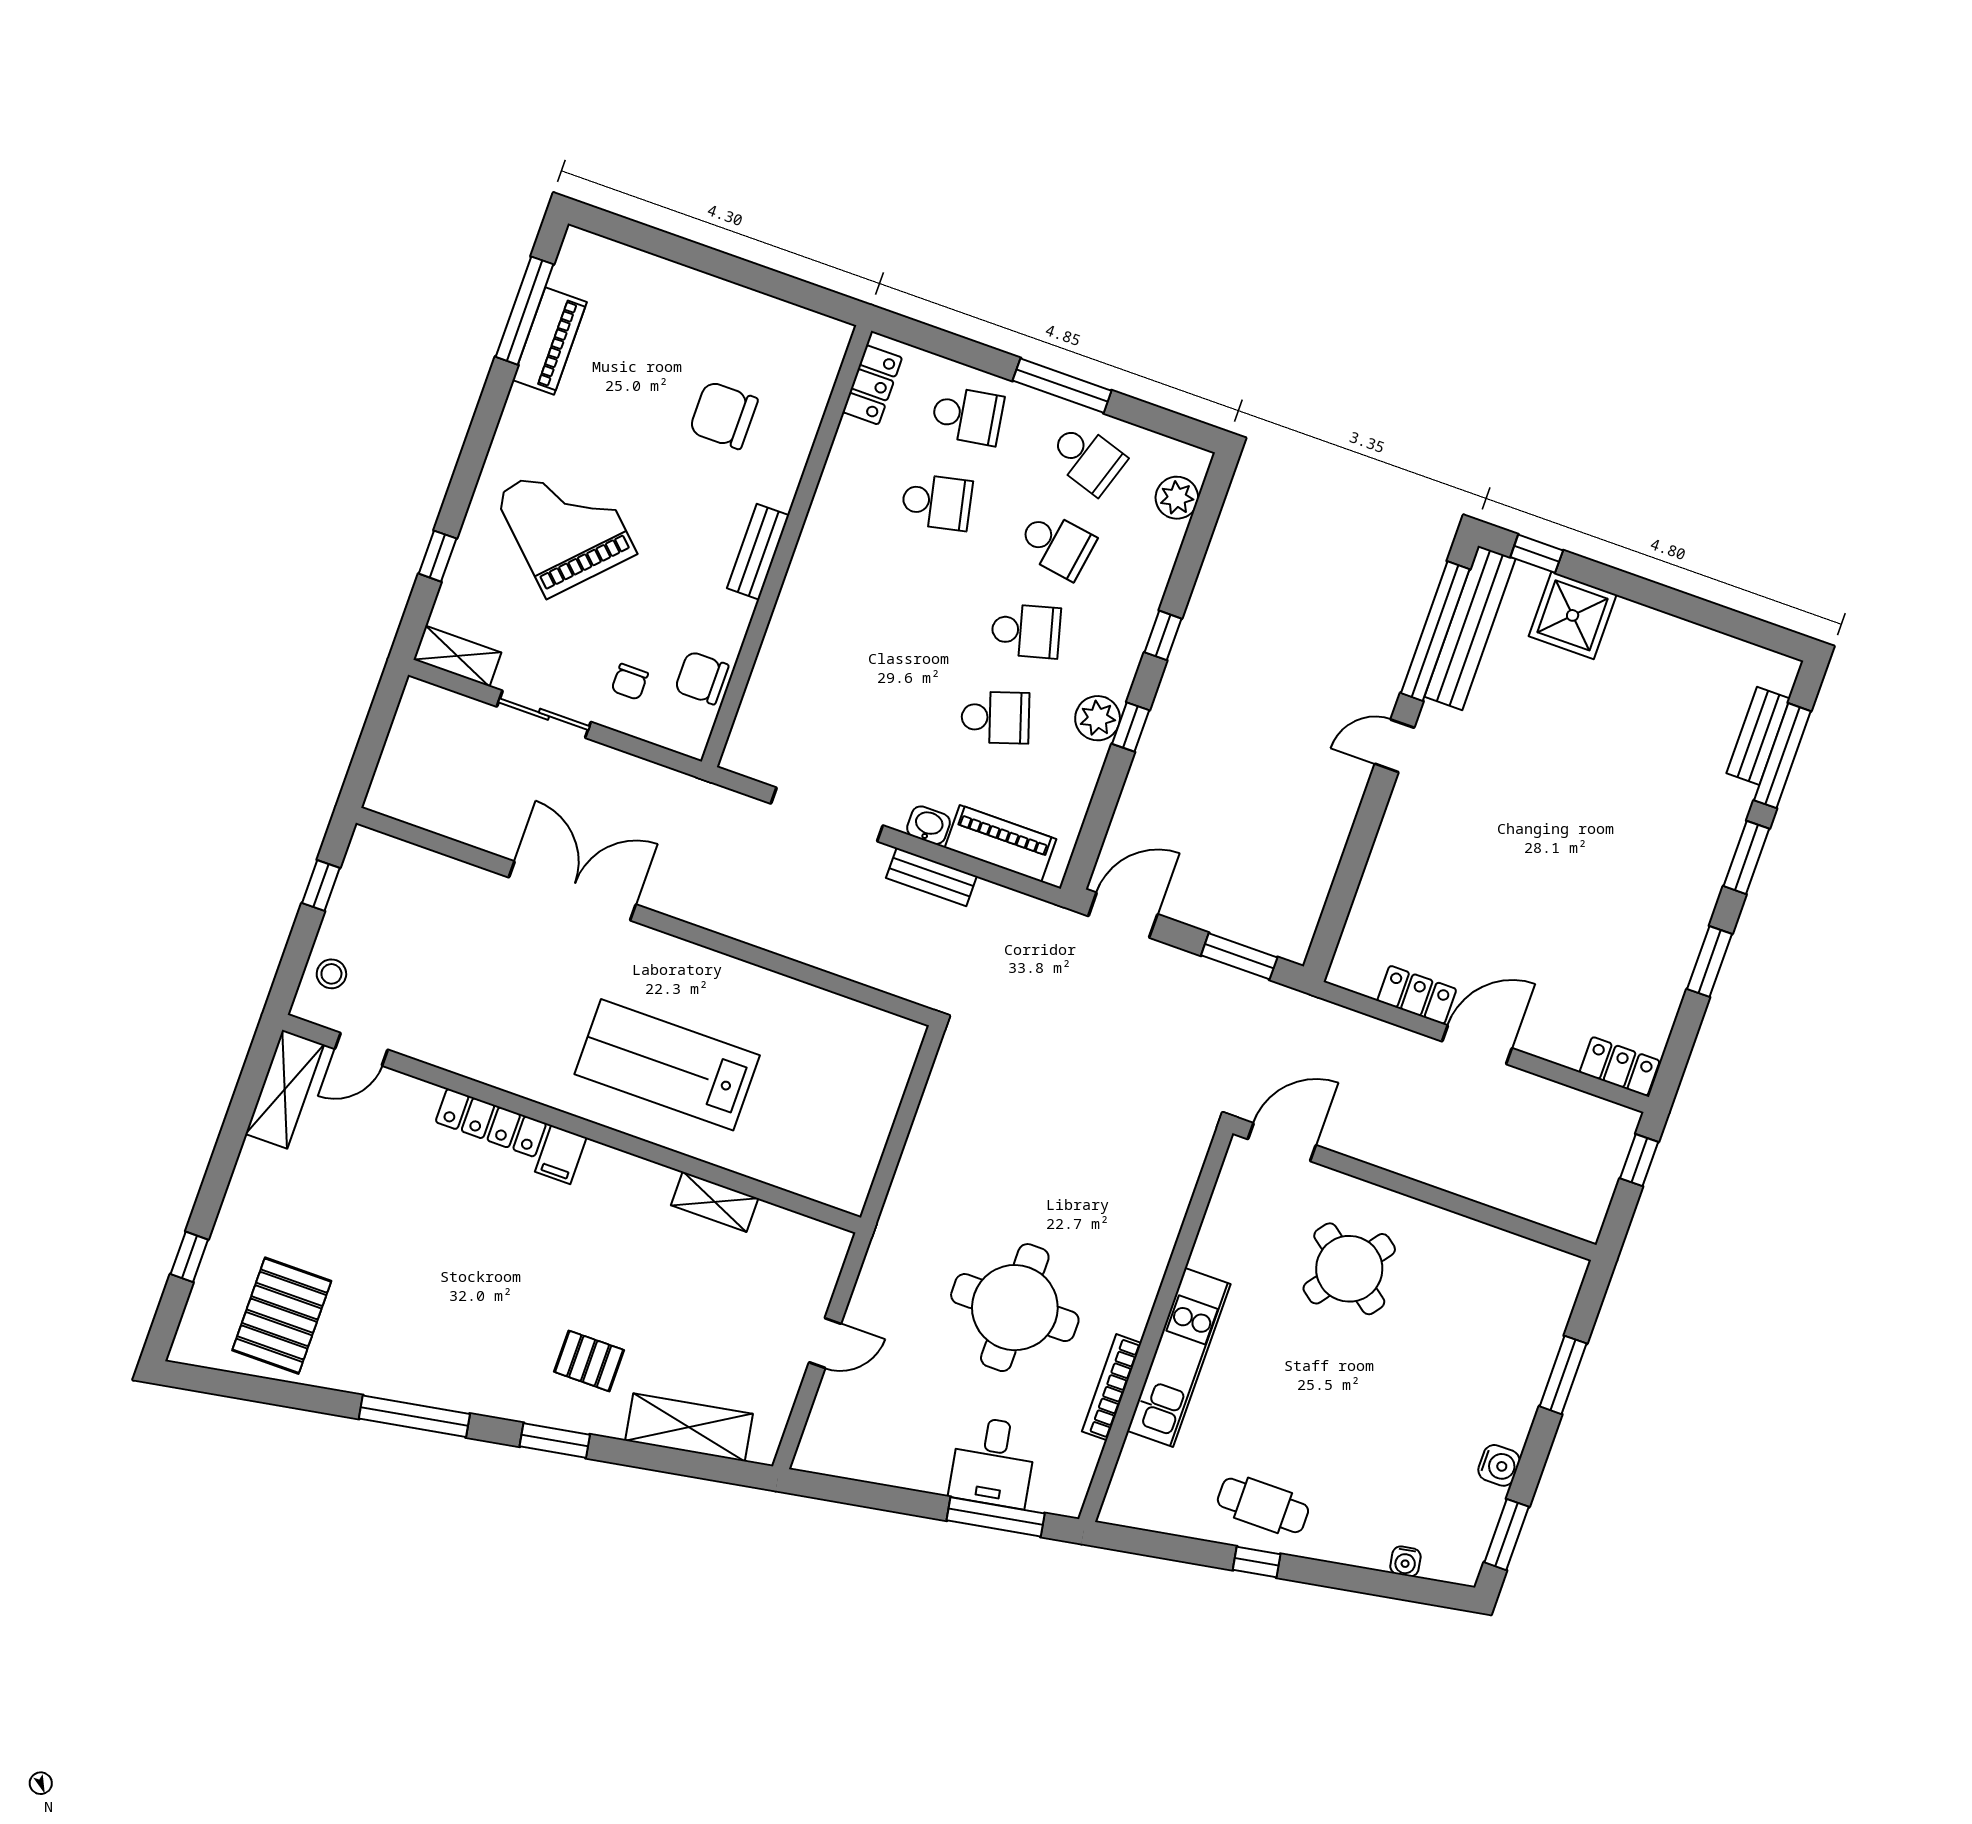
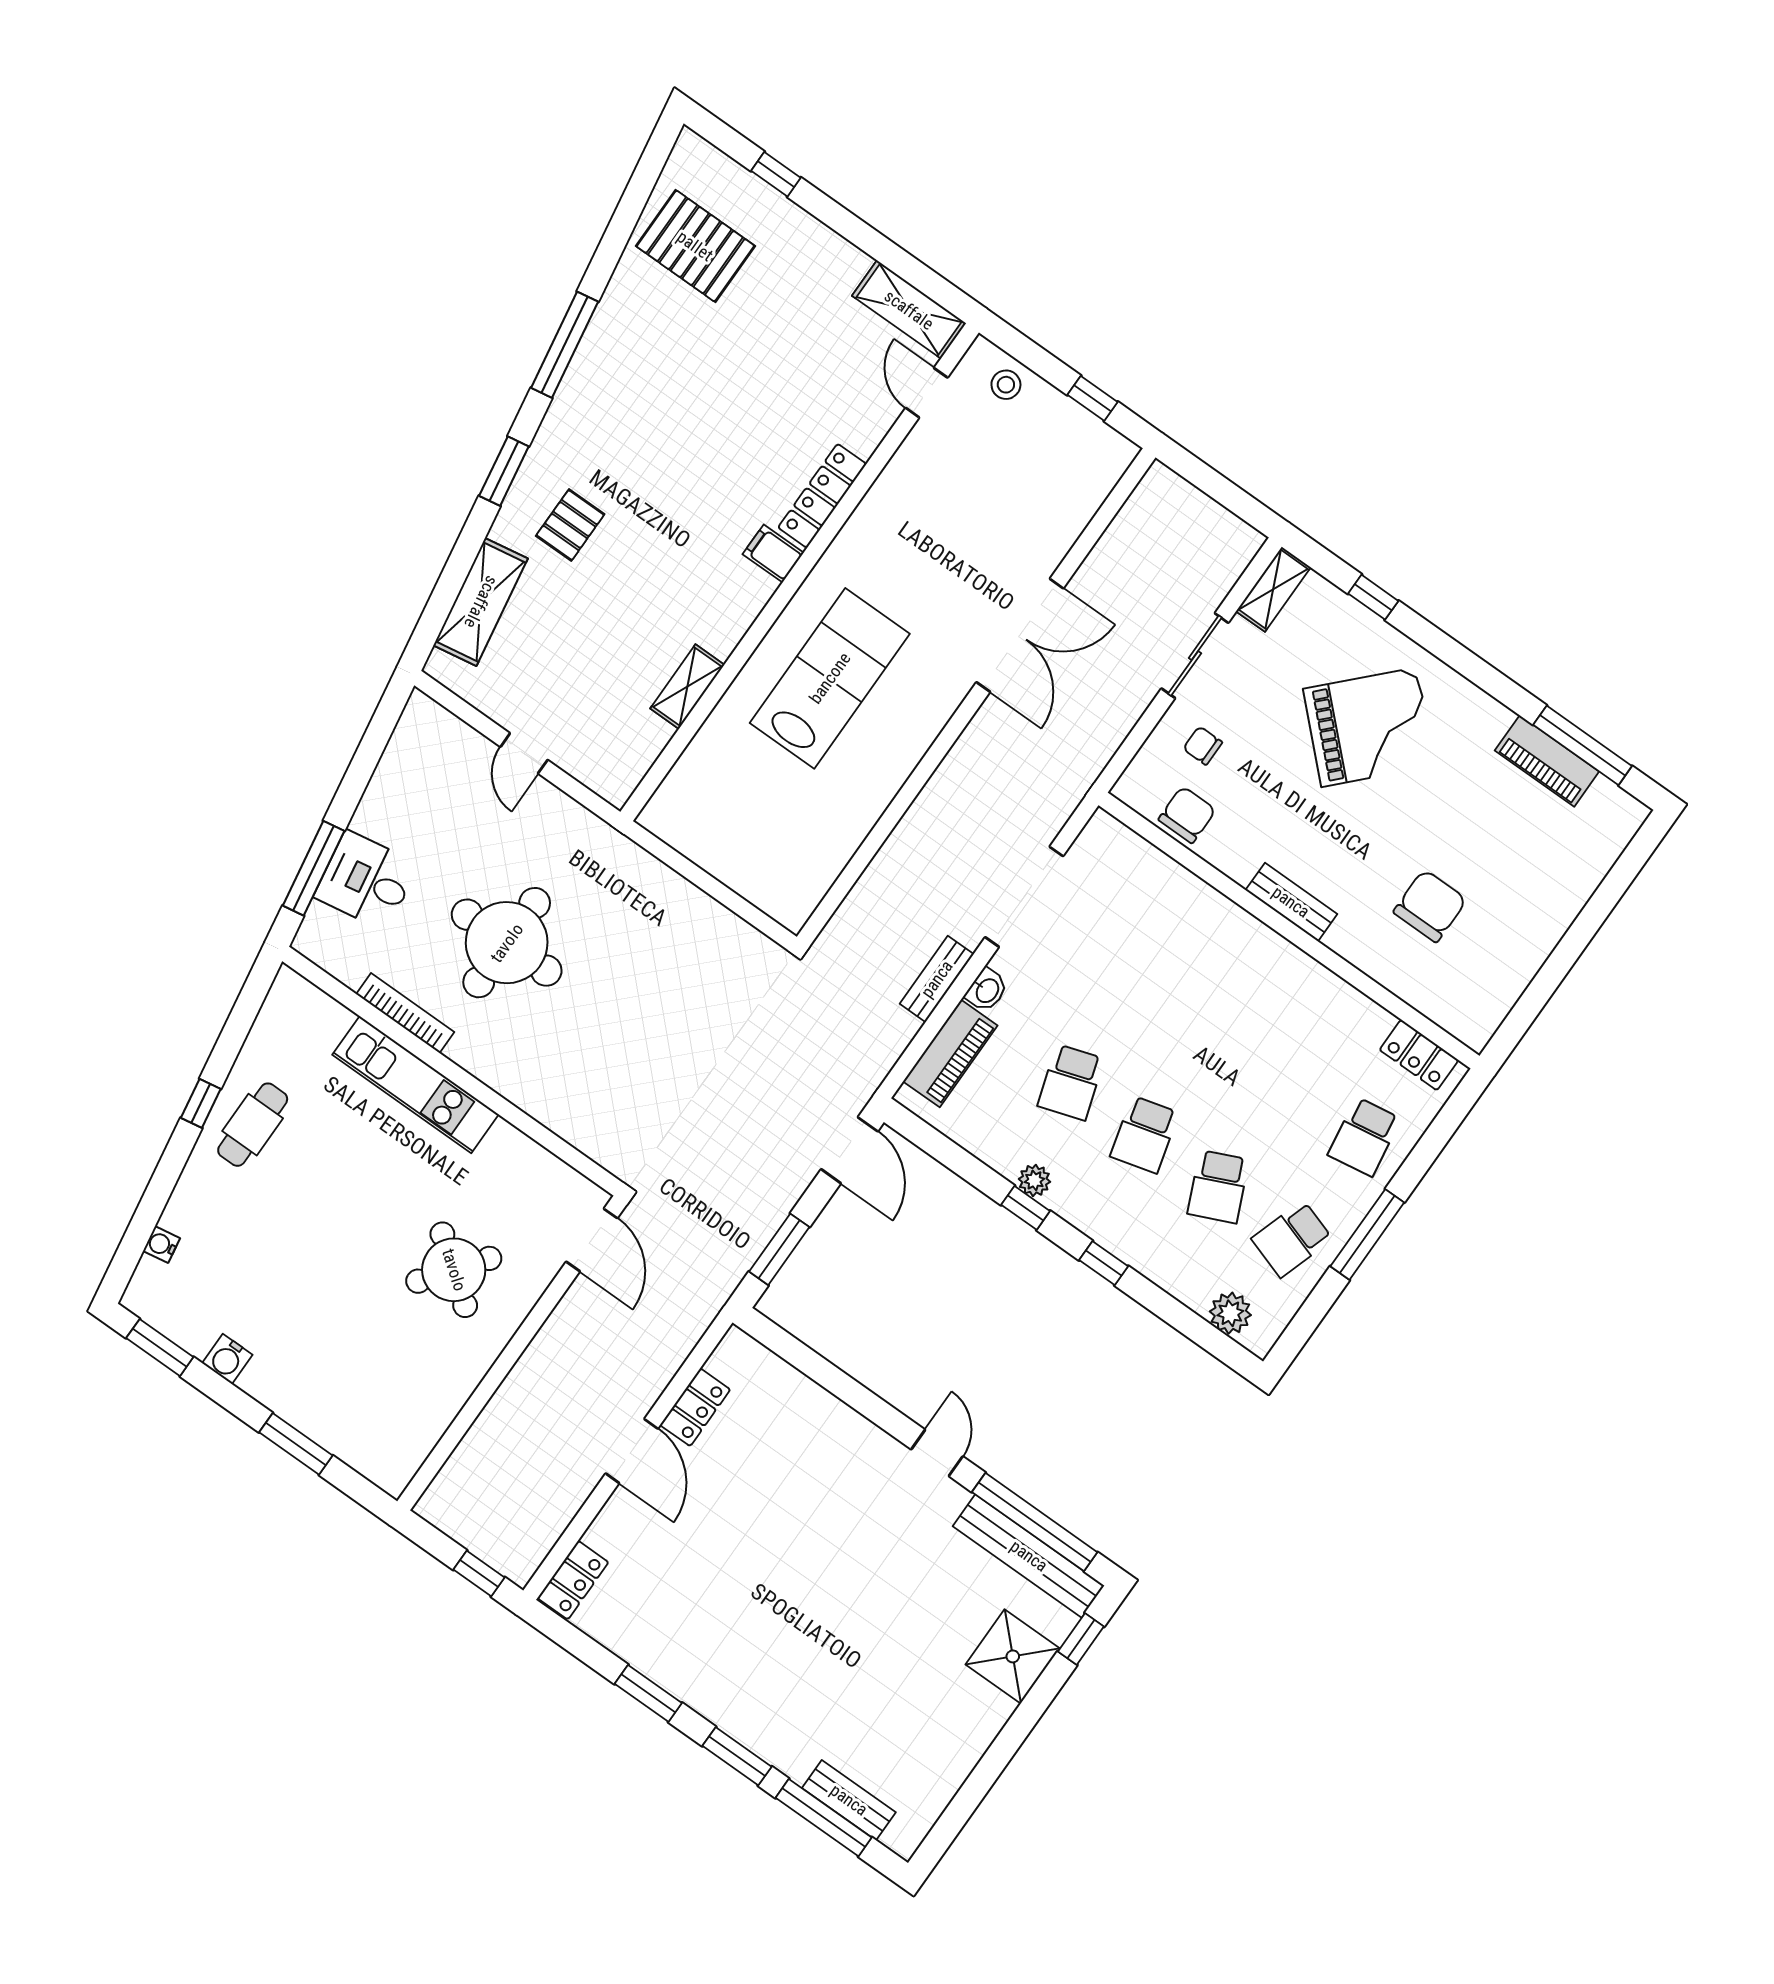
school desk: (937, 502) -> (1291, 1085), removed
school desk: (1057, 544) -> (1218, 1187), turned -33
plant: (1098, 718) -> (1034, 1180), width x0.73, depth x0.73

